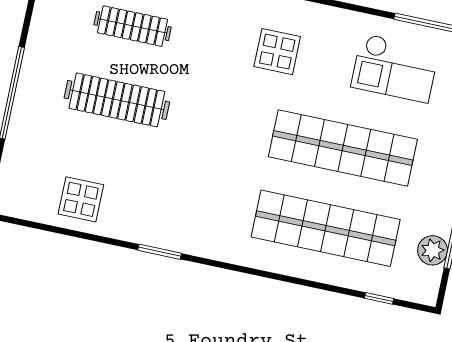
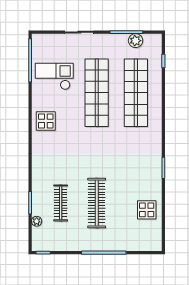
display table: (277, 52) -> (46, 121), moved
checkout: (395, 68) -> (54, 76), turned -90

